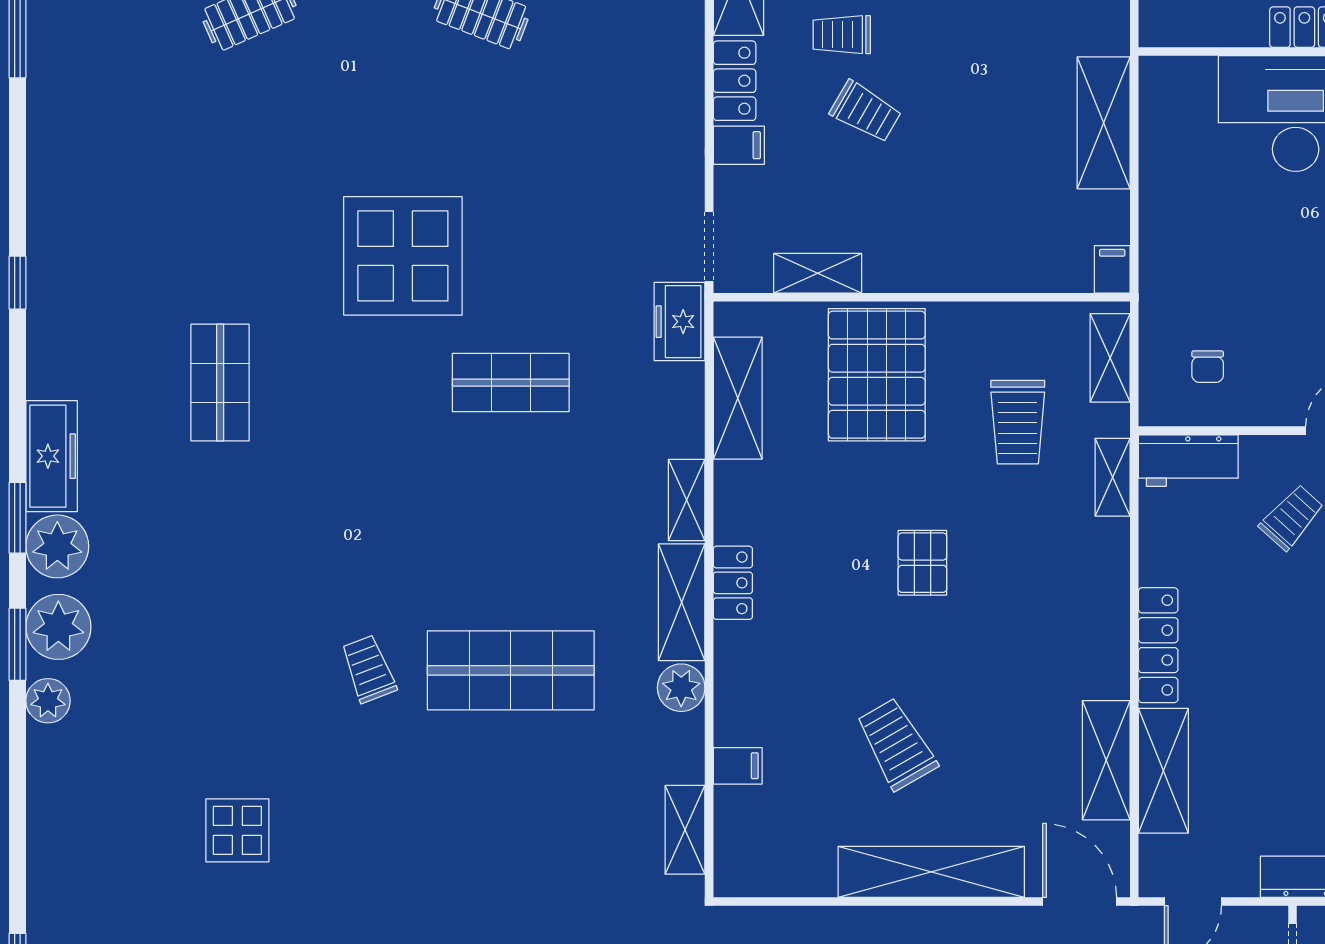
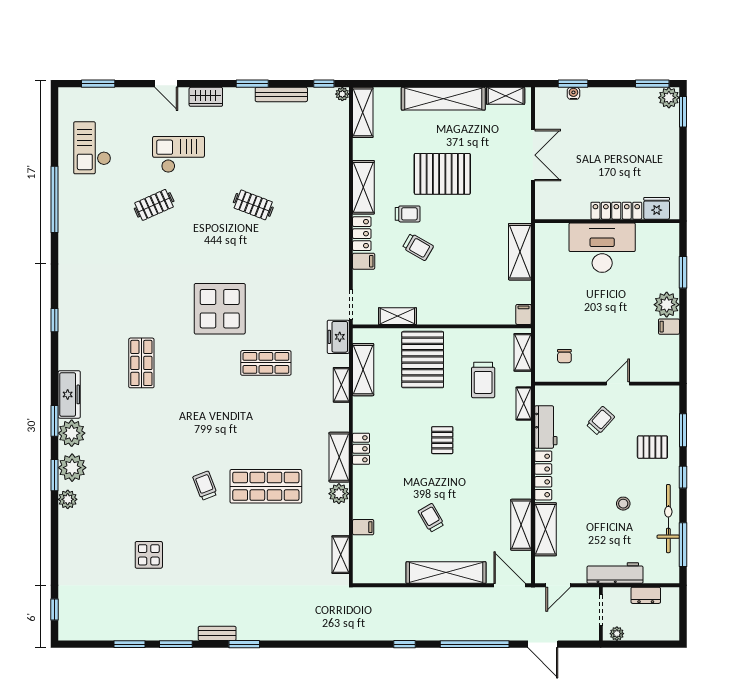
trolley: (842, 35) -> (408, 214), turned 180
workbench: (1188, 461) -> (546, 427), moved, turned -90
shelving: (687, 500) -> (341, 385), moved
trolley: (896, 744) -> (431, 518), width x0.73, depth x0.72

